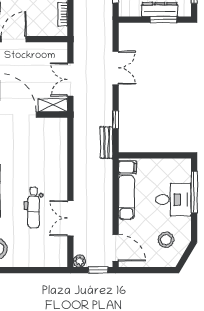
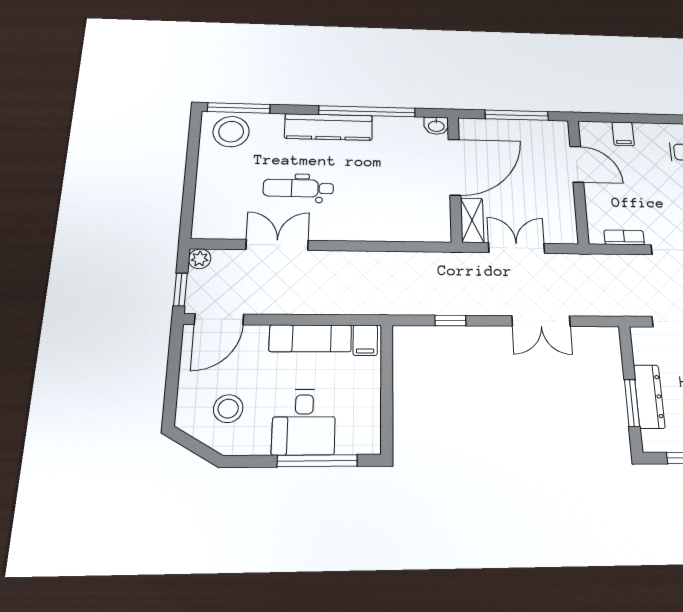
bench: (107, 143) -> (410, 305), removed

